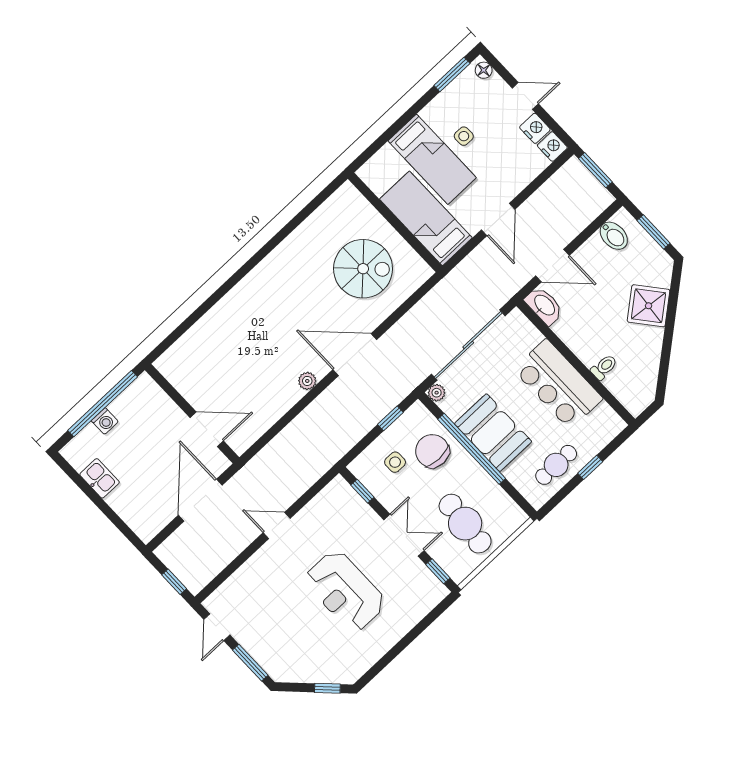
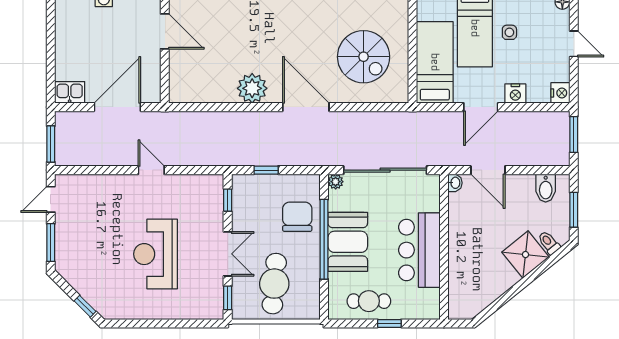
nightstand: (535, 128) -> (515, 94), moved, turned 90
washbasin: (544, 306) -> (455, 183), width x0.52, depth x0.69
toilet: (604, 367) -> (549, 243), moved, turned -129
plant: (307, 381) -> (252, 88), width x1.88, depth x1.88
window: (390, 418) -> (266, 170), moved
door: (207, 429) -> (165, 31), moved
side table: (395, 462) -> (266, 201), removed
kitchen sink: (100, 478) -> (70, 92), moved, turned -90
window: (174, 582) -> (51, 144), width x1.50

